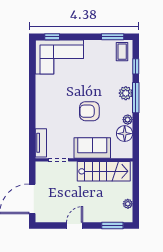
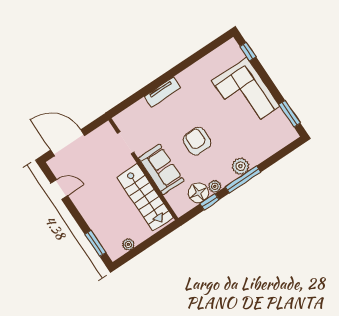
coffee table: (122, 52) -> (281, 134), removed
corner sofa: (59, 57) -> (246, 93), moved
window: (136, 66) -> (210, 202), moved
tv unit: (41, 143) -> (163, 92), moved
door: (75, 225) -> (59, 189), moved

